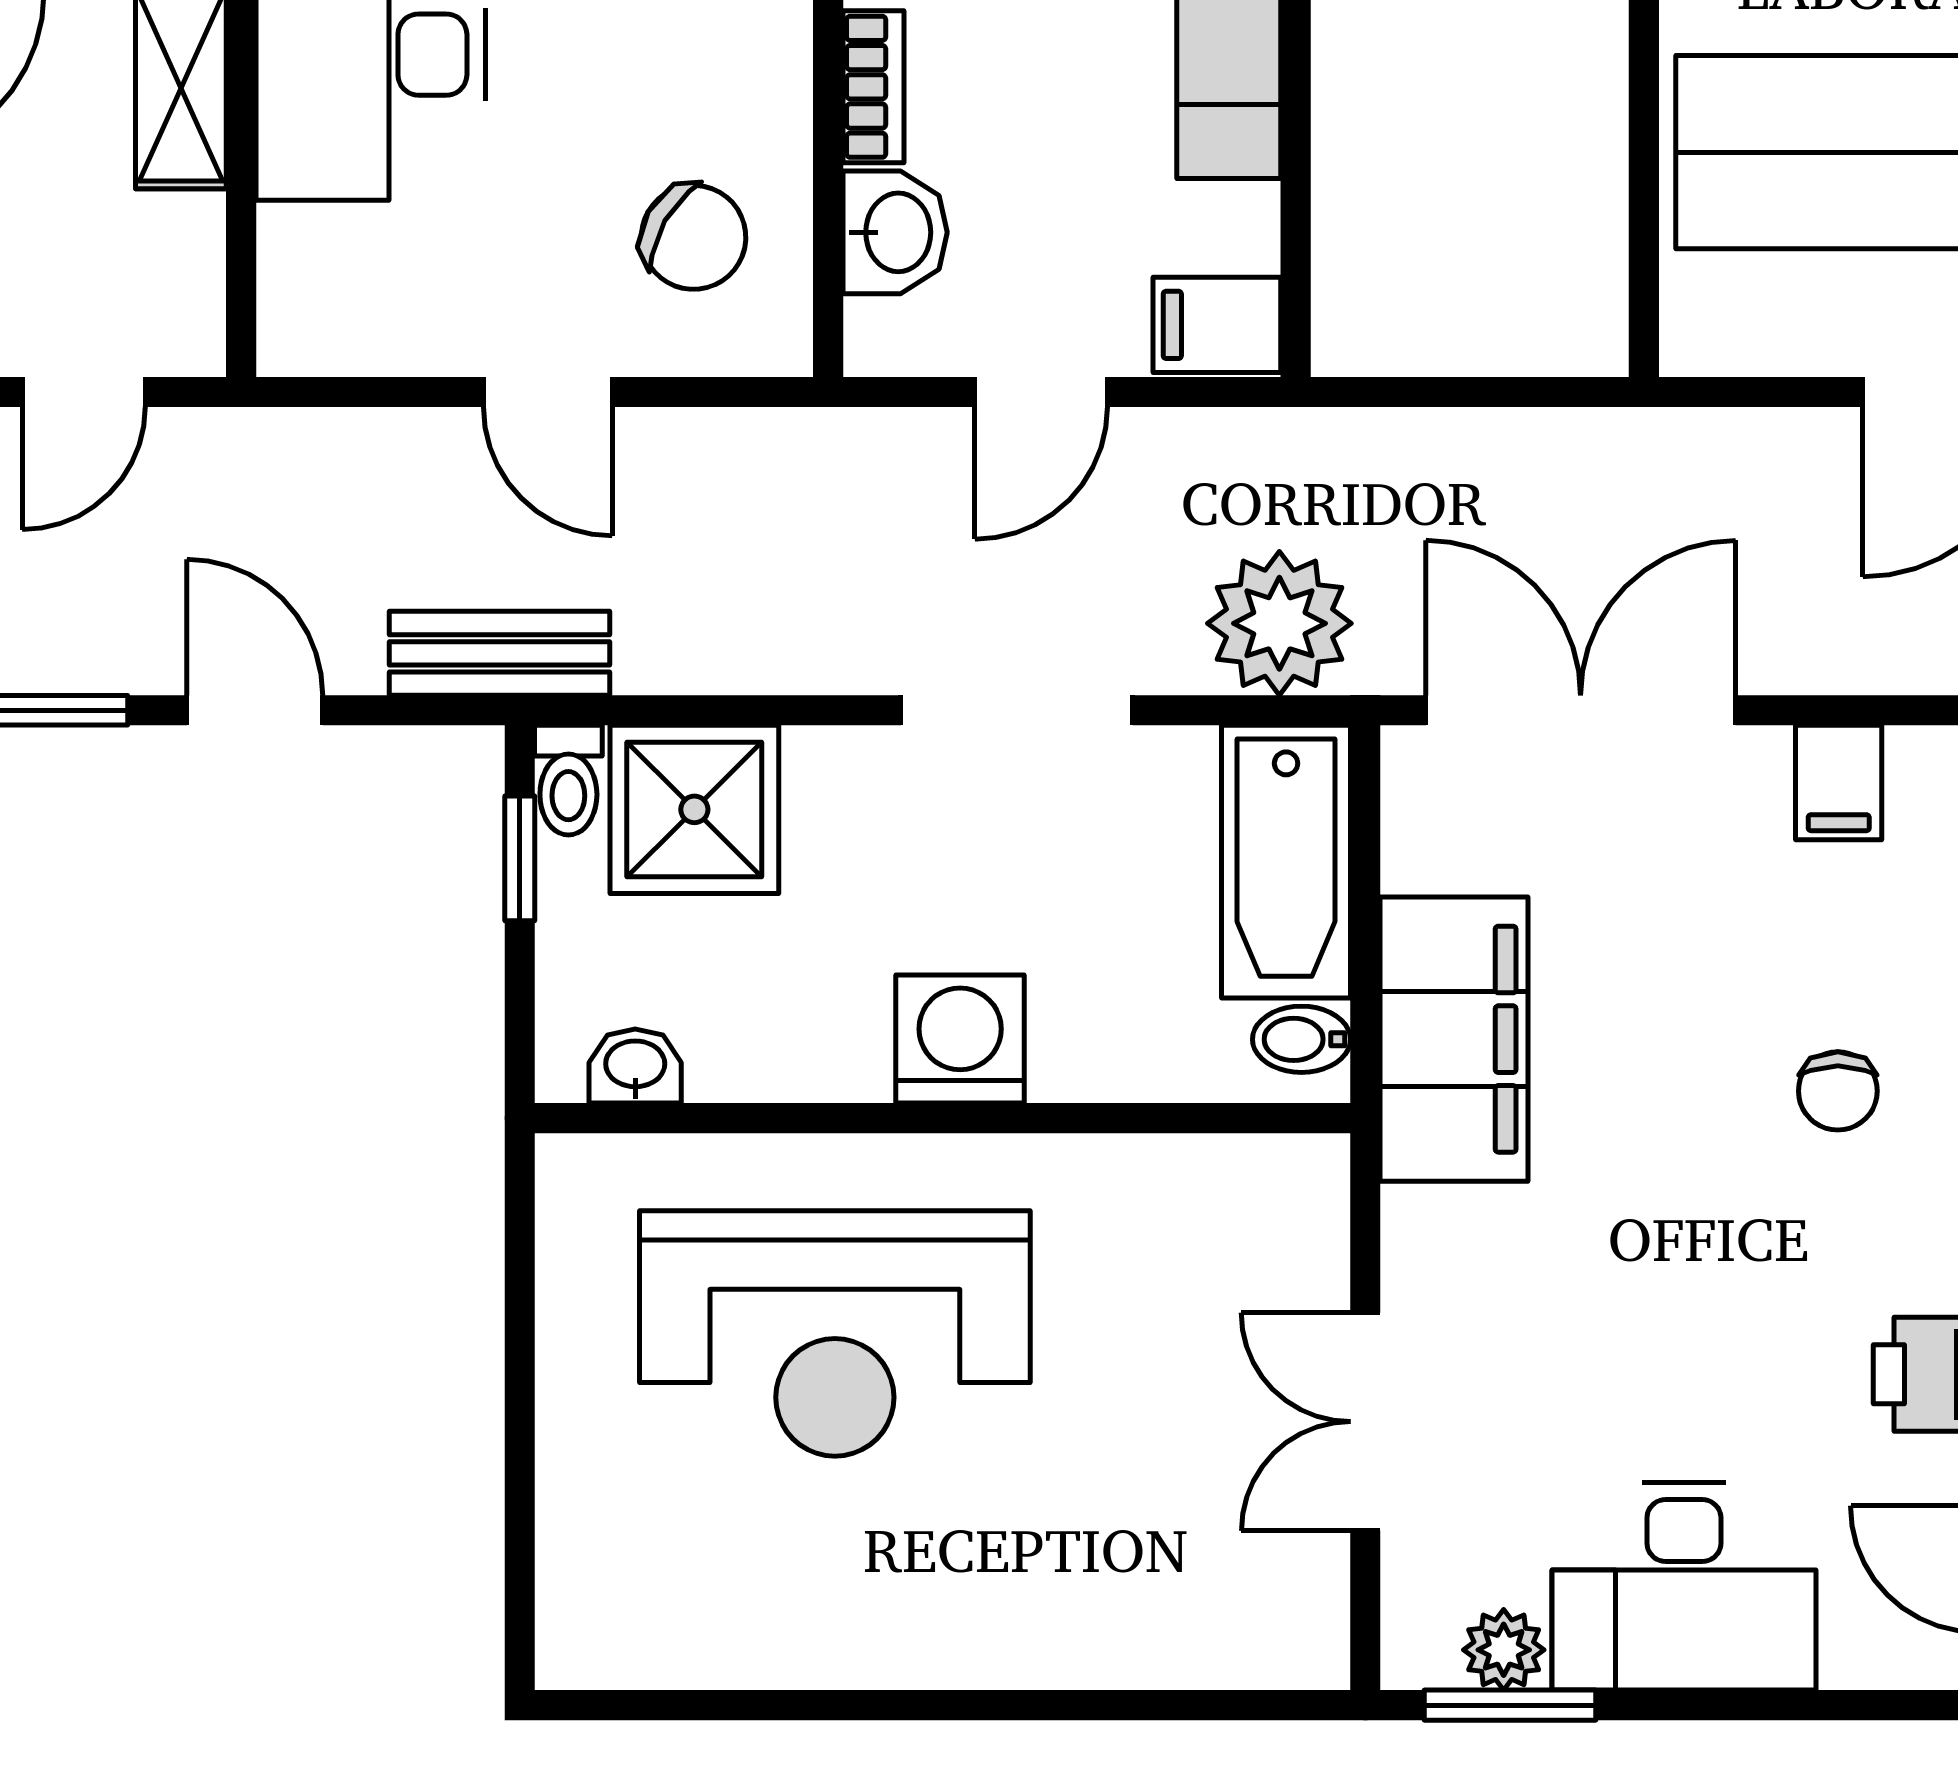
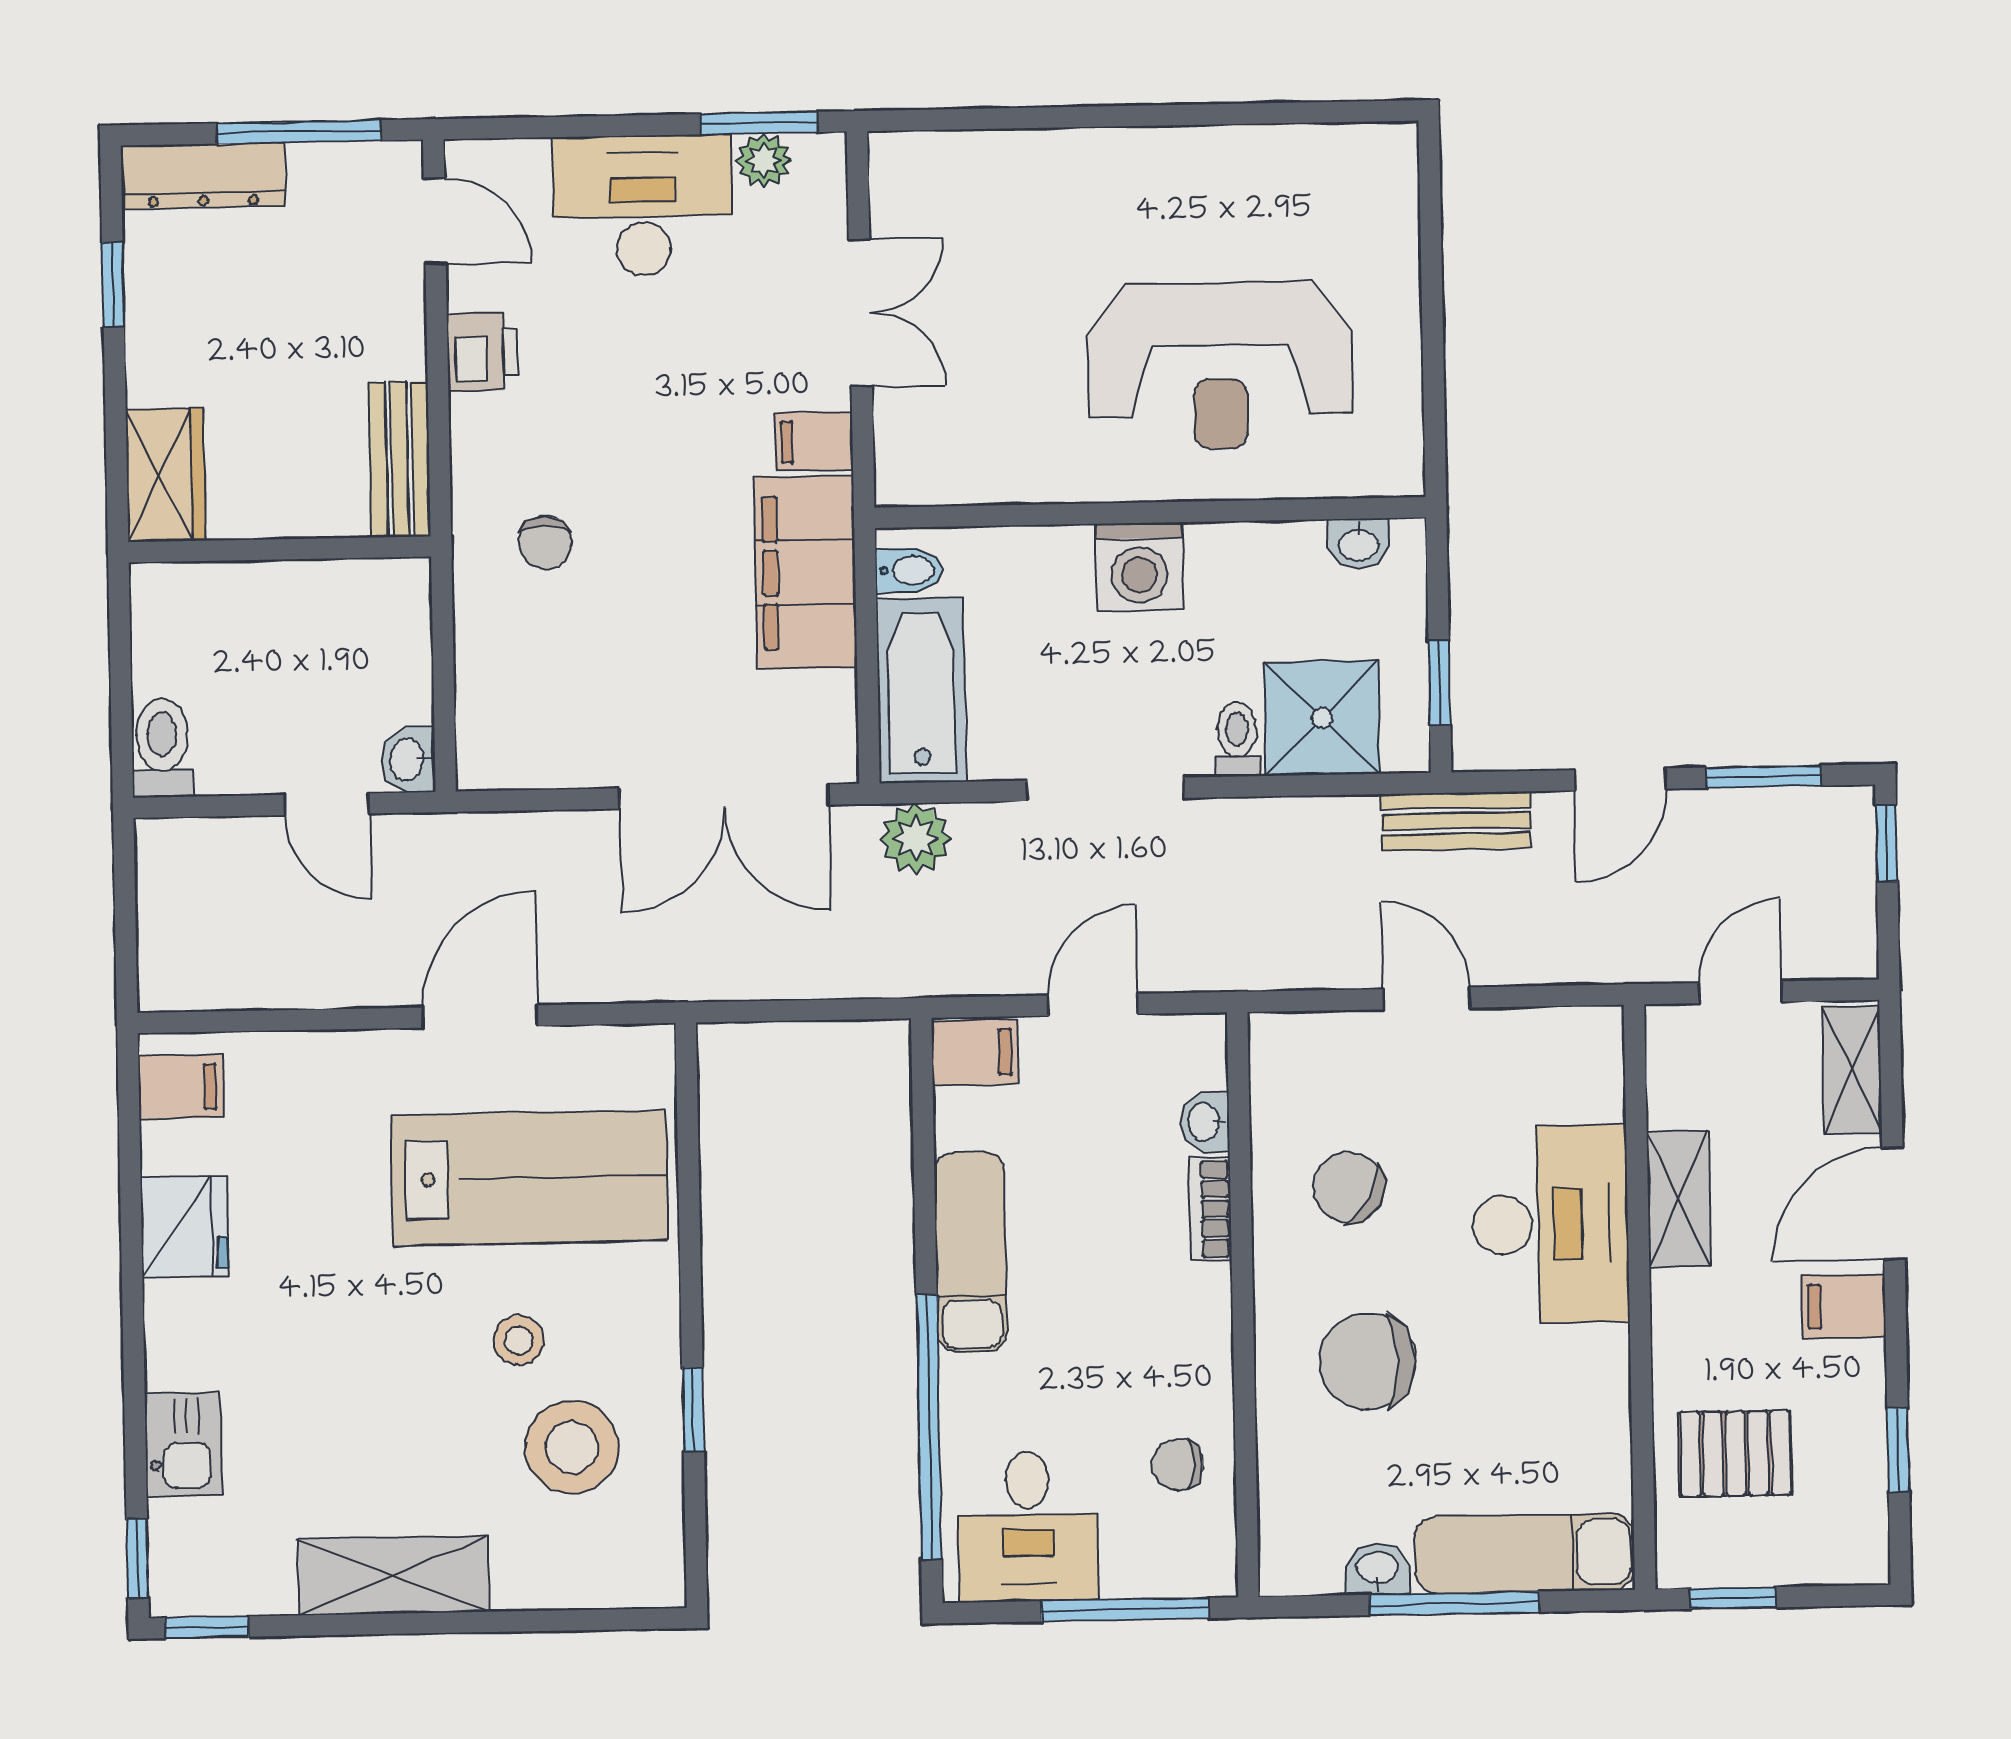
washbasin: (895, 232) -> (1205, 1122), width x0.72, depth x0.69
chair: (694, 237) -> (1349, 1188), moved
plant: (1279, 623) -> (916, 839), width x0.73, depth x0.73
door: (255, 710) -> (1620, 779), hinge flipped
toilet: (568, 780) -> (1237, 739), moved
filing cabinet: (1839, 783) -> (814, 442), moved, turned -90
chair: (1838, 1091) -> (545, 543), turned 180
reception desk: (835, 1334) -> (1220, 365), turned 180

